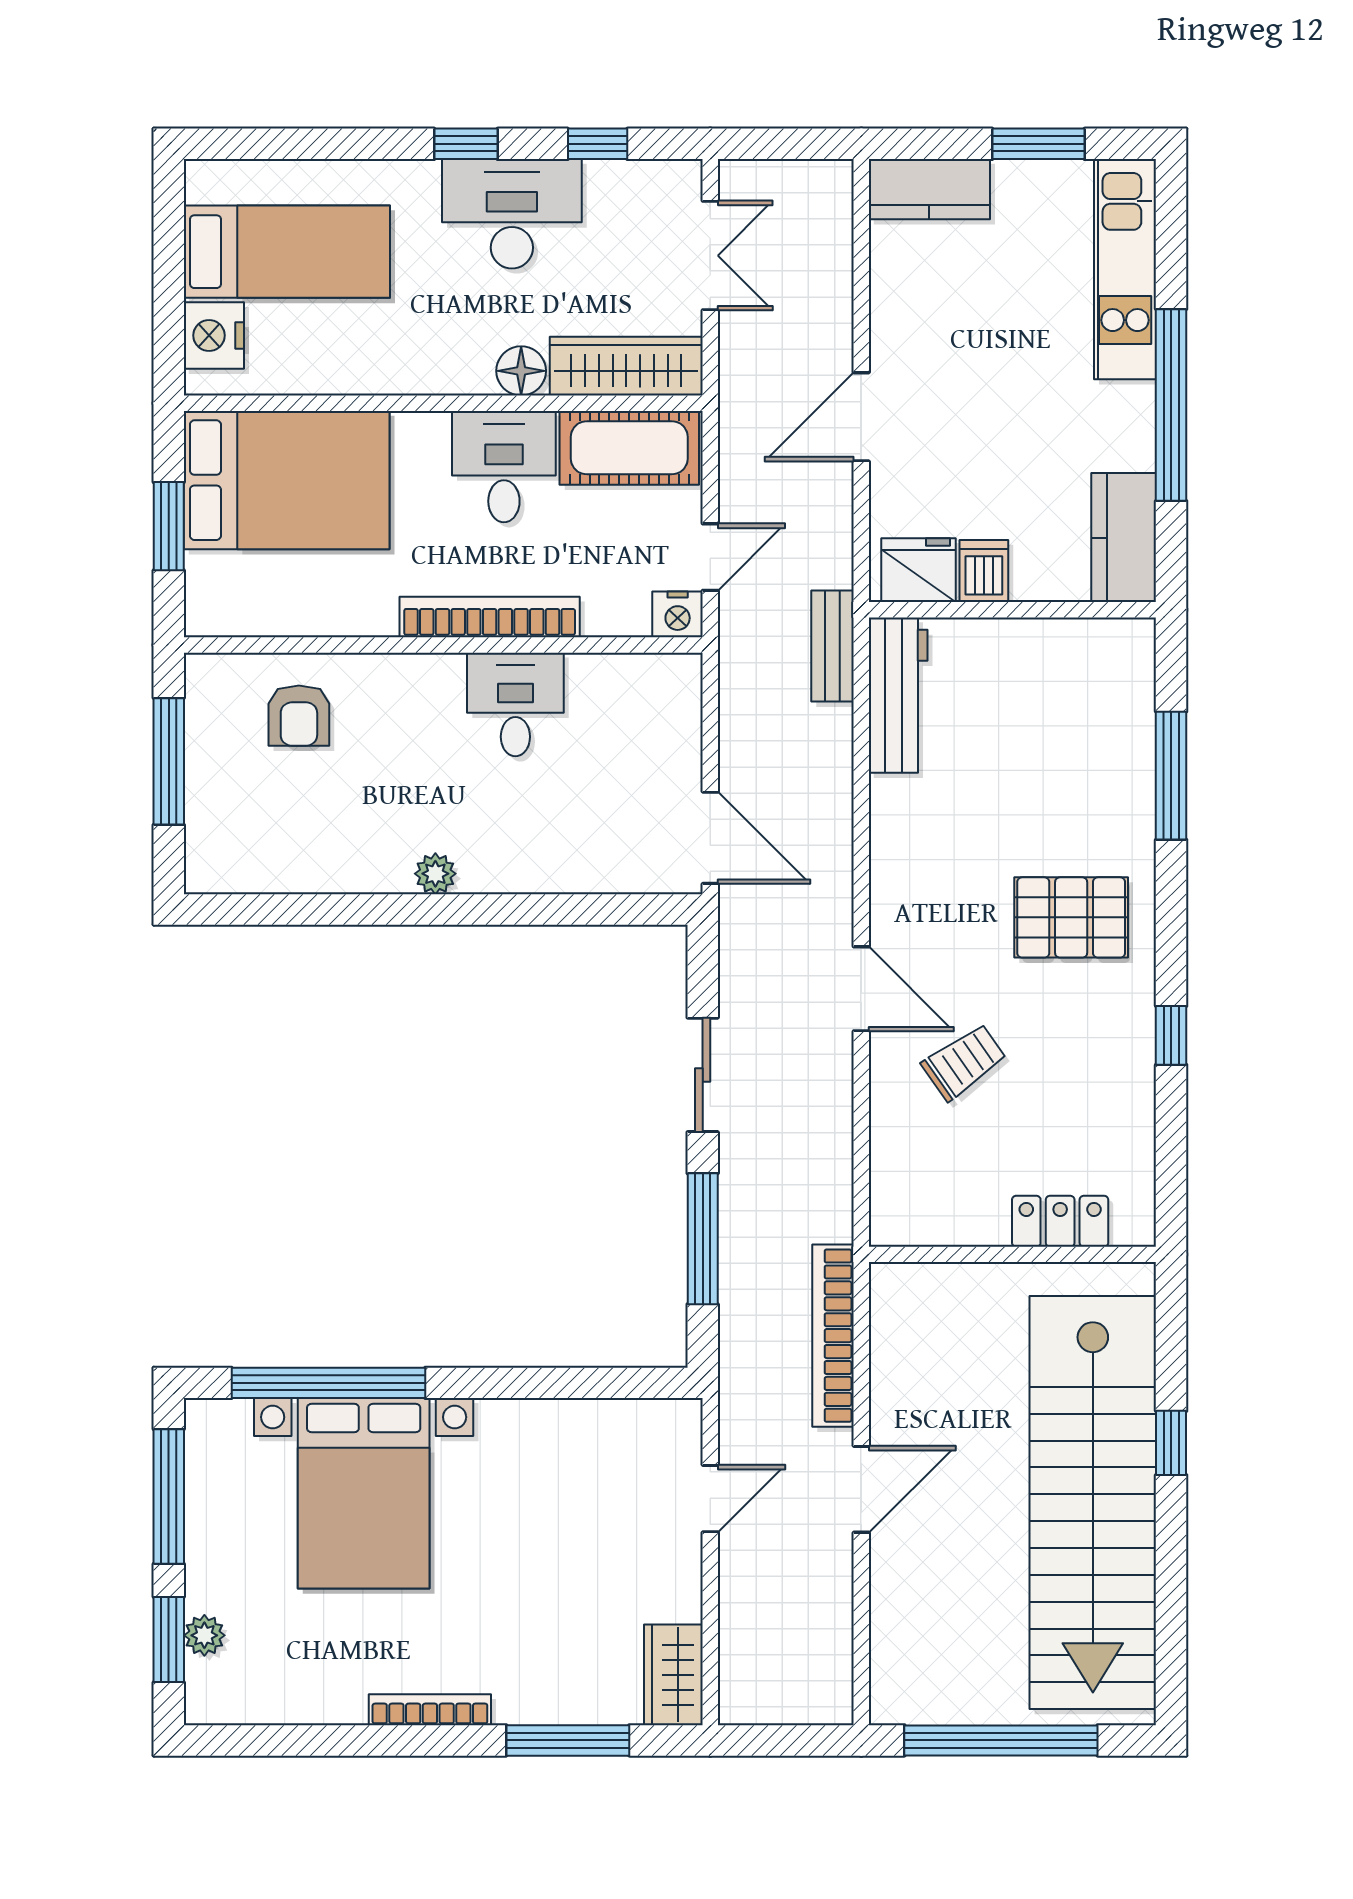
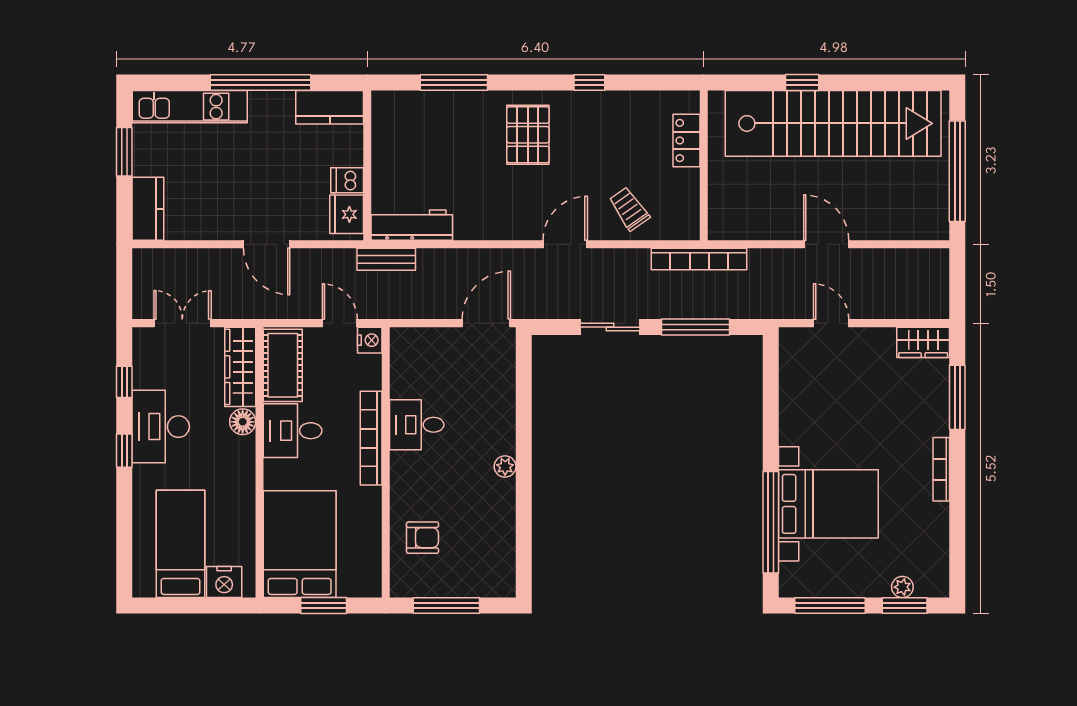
trolley: (964, 1062) -> (629, 209), moved
bookcase: (833, 1336) -> (699, 259), moved

